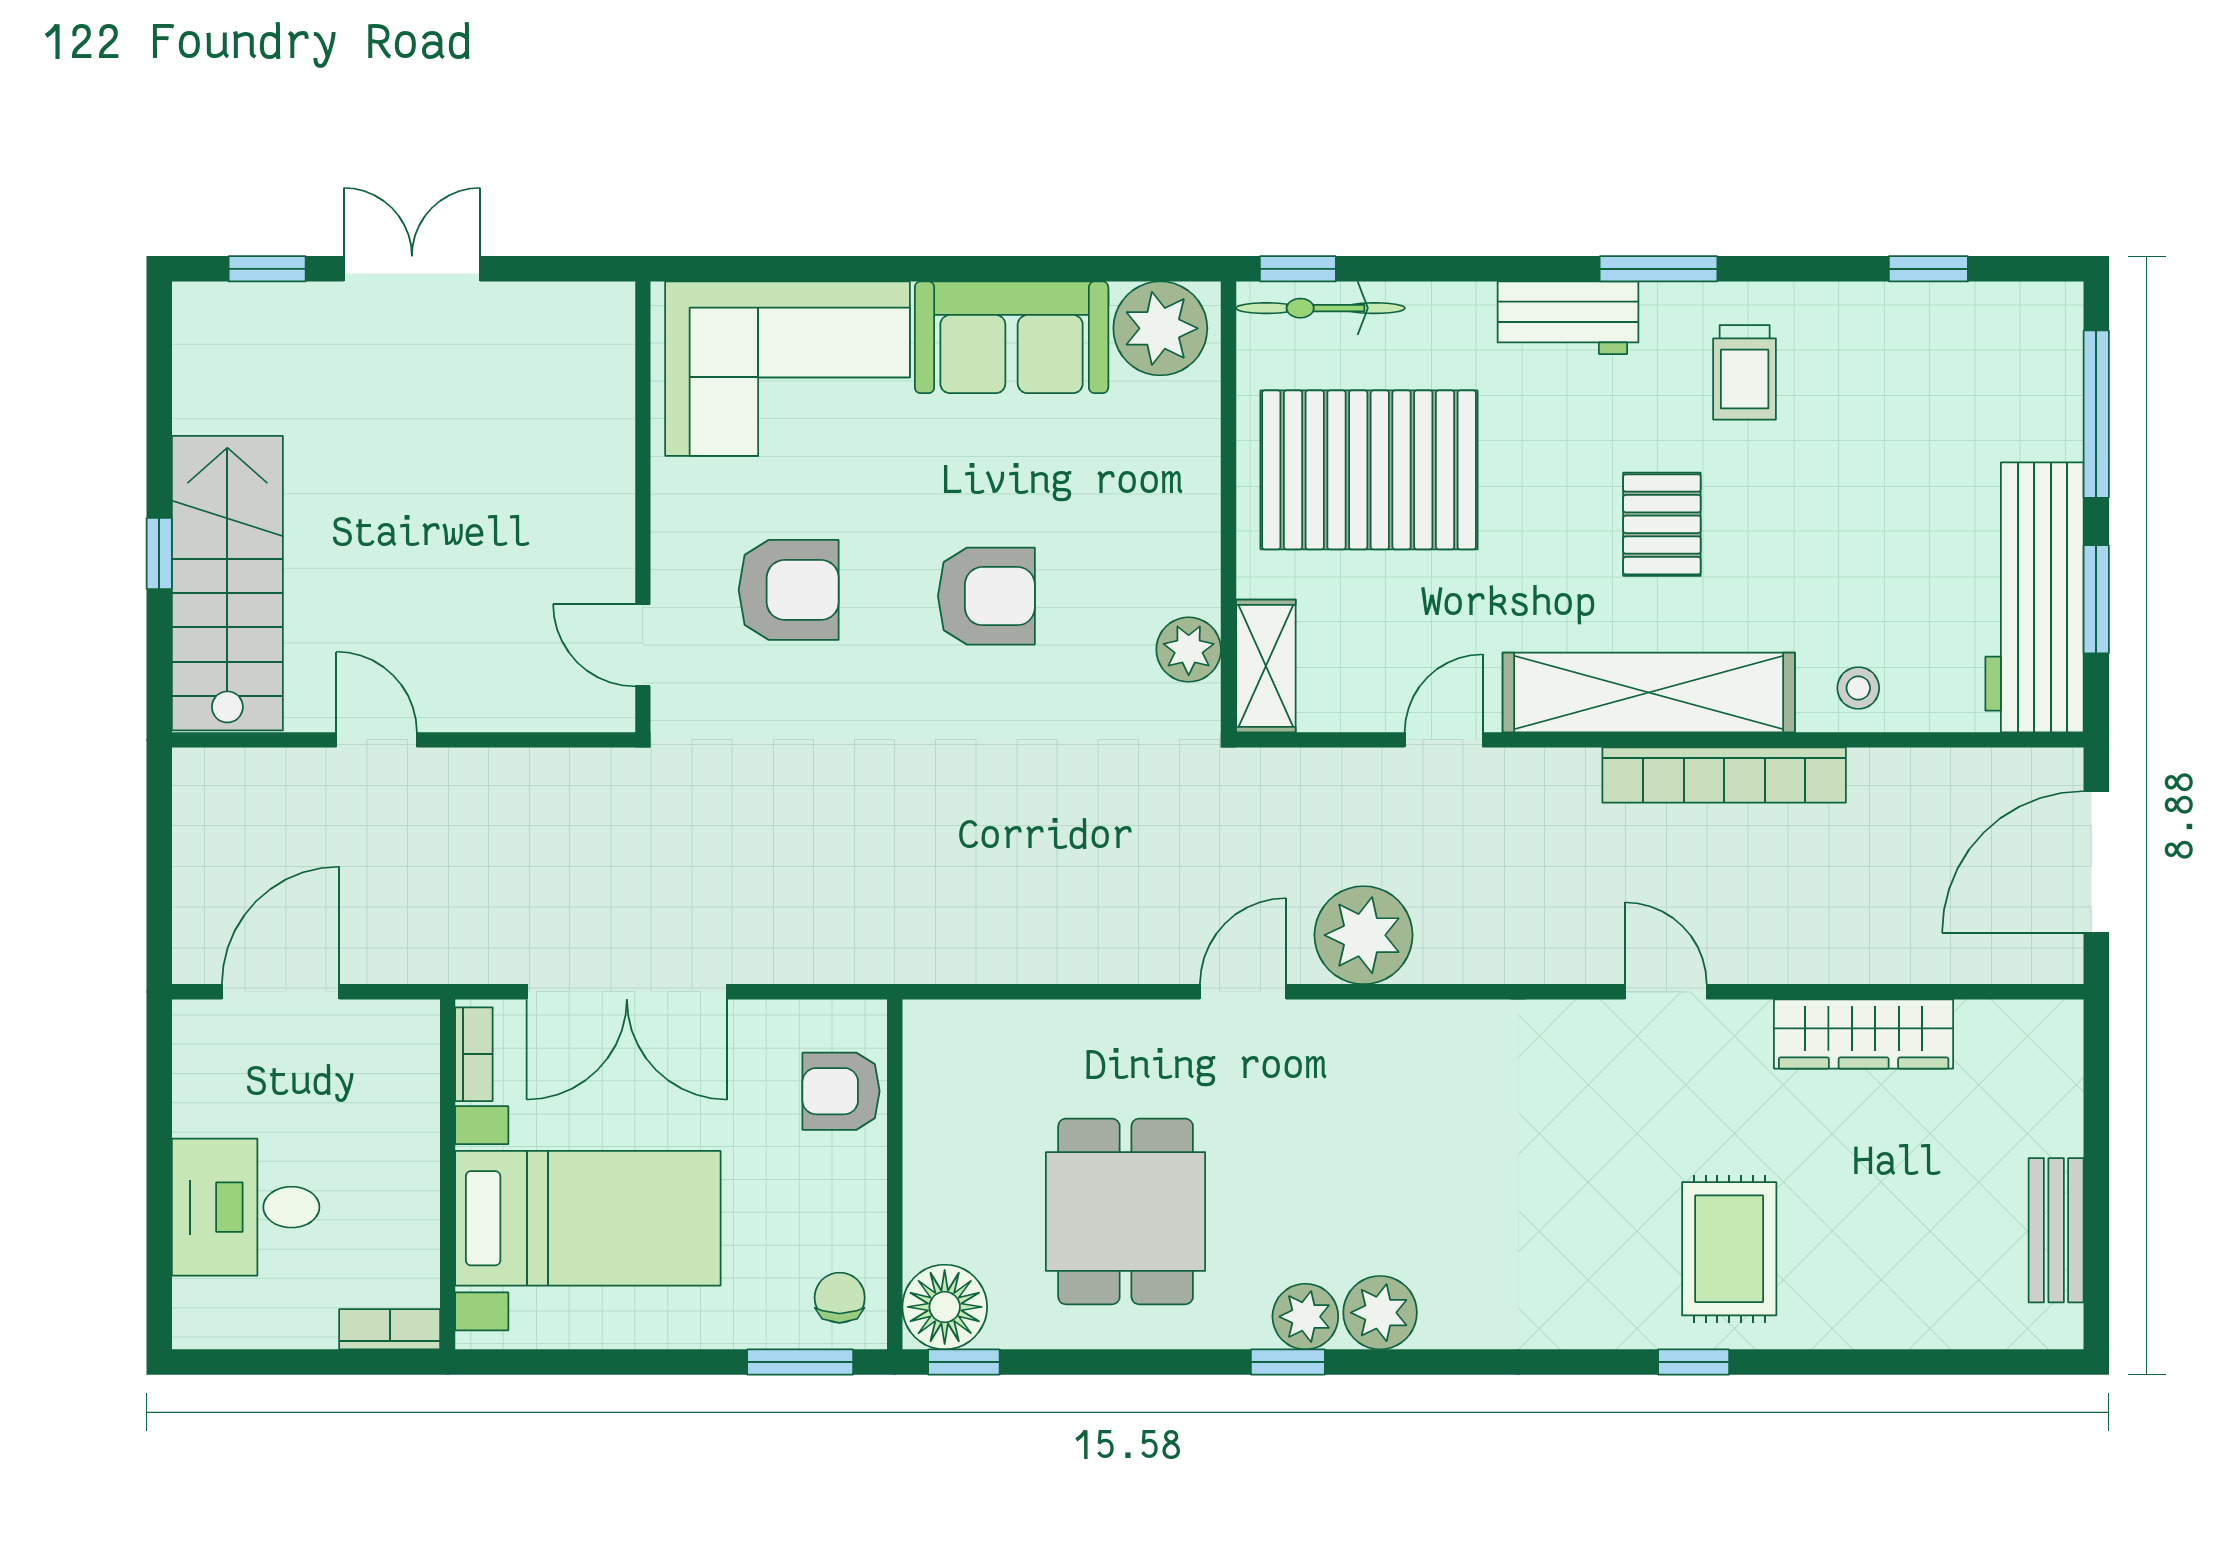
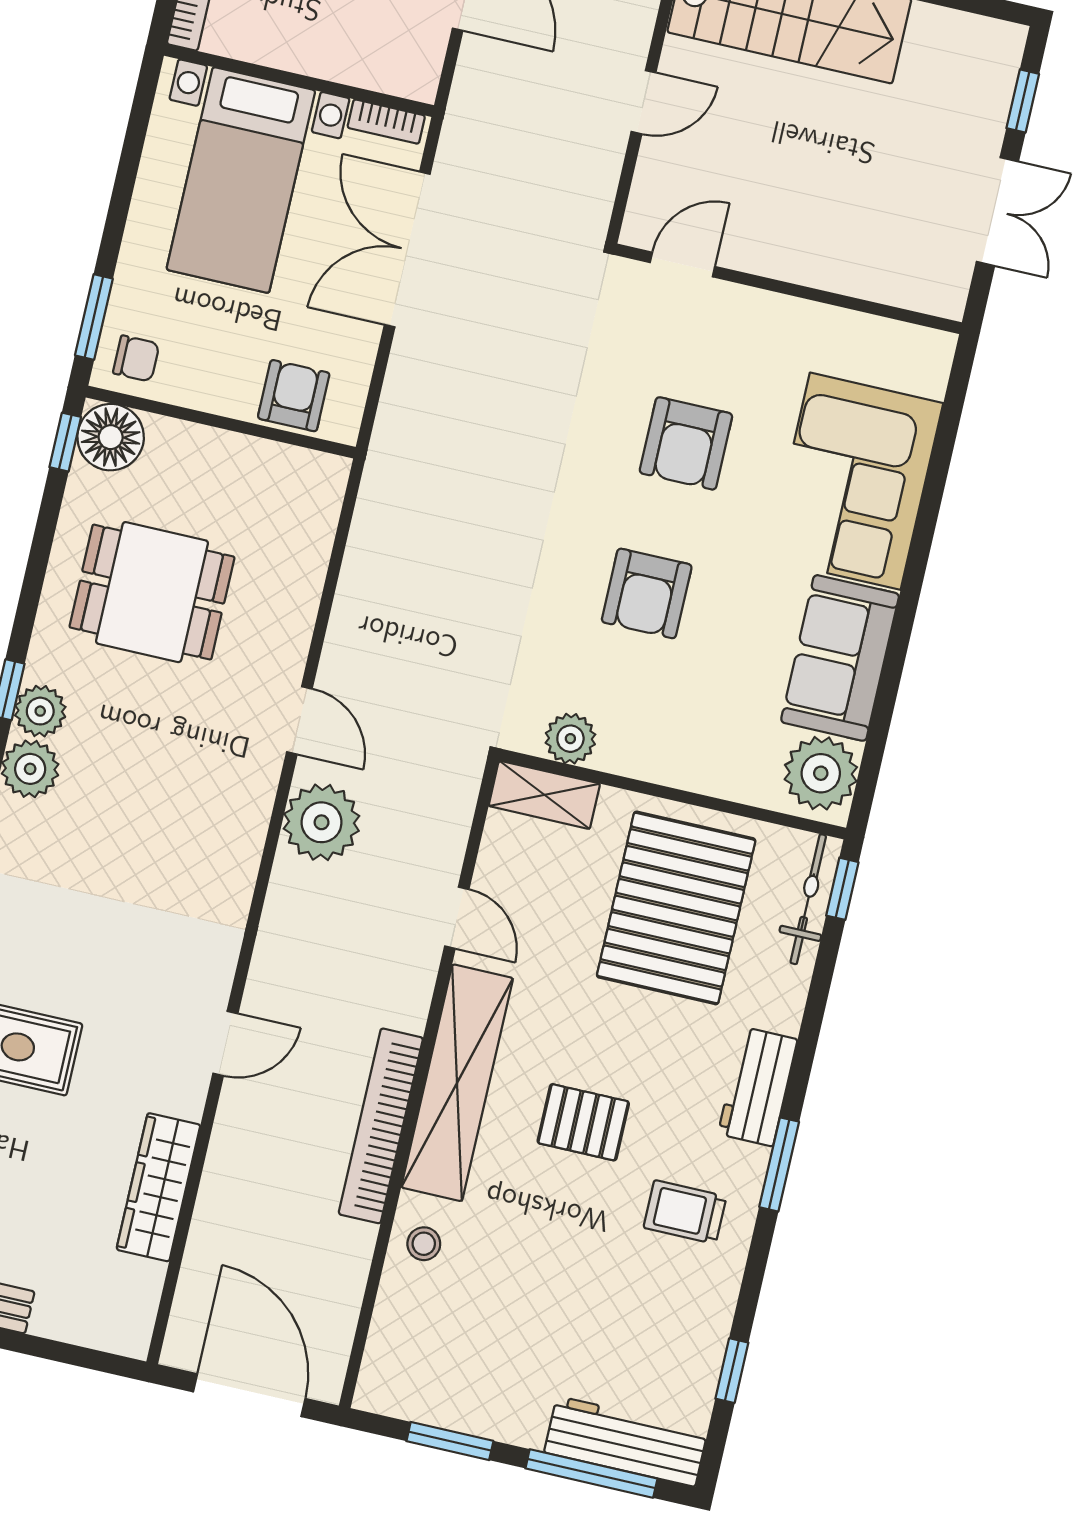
wall: (643, 507) -> (788, 289), moved
workbench: (2034, 597) -> (626, 1441), moved, width x0.73, depth x0.76
door: (643, 645) -> (682, 265), moved

